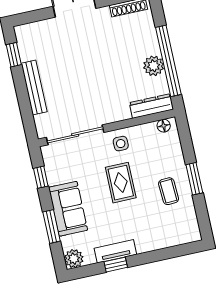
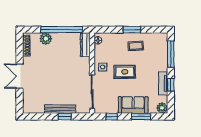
window: (14, 55) -> (65, 117), moved
plant: (154, 66) -> (46, 39), moved
window: (167, 253) -> (171, 54), added

